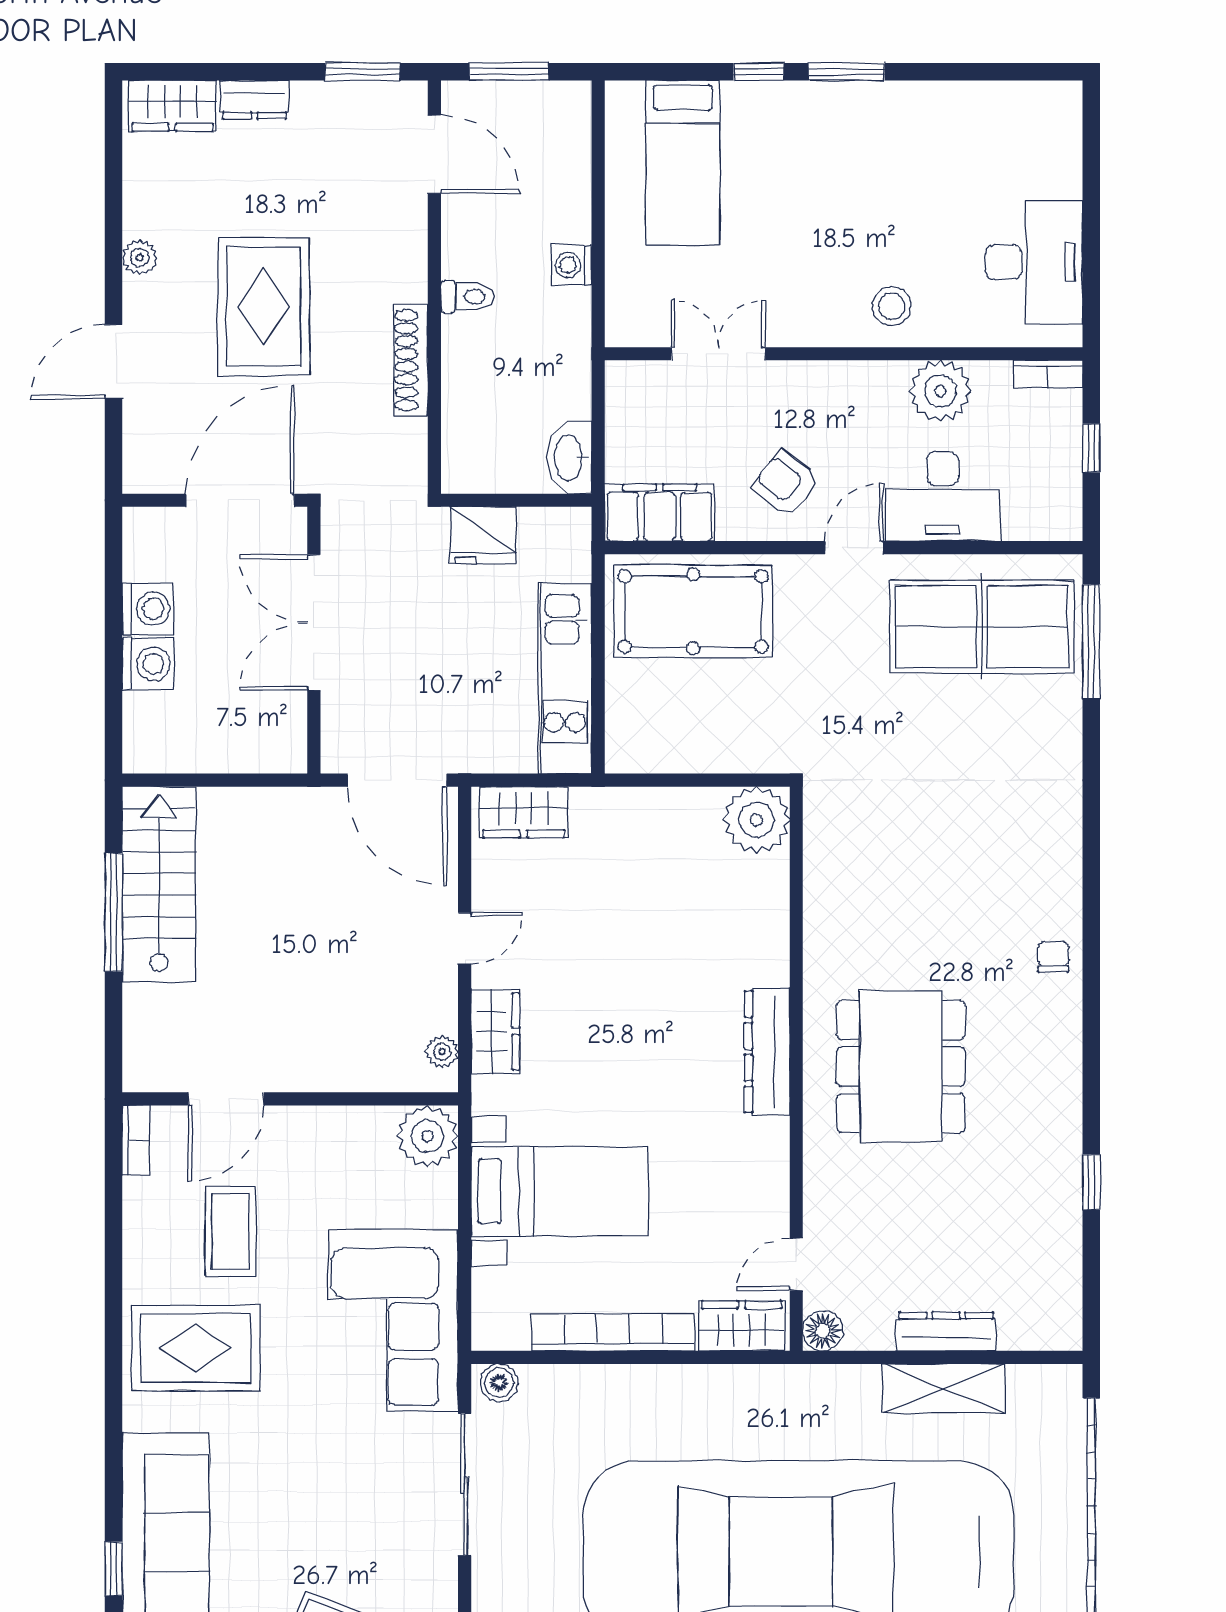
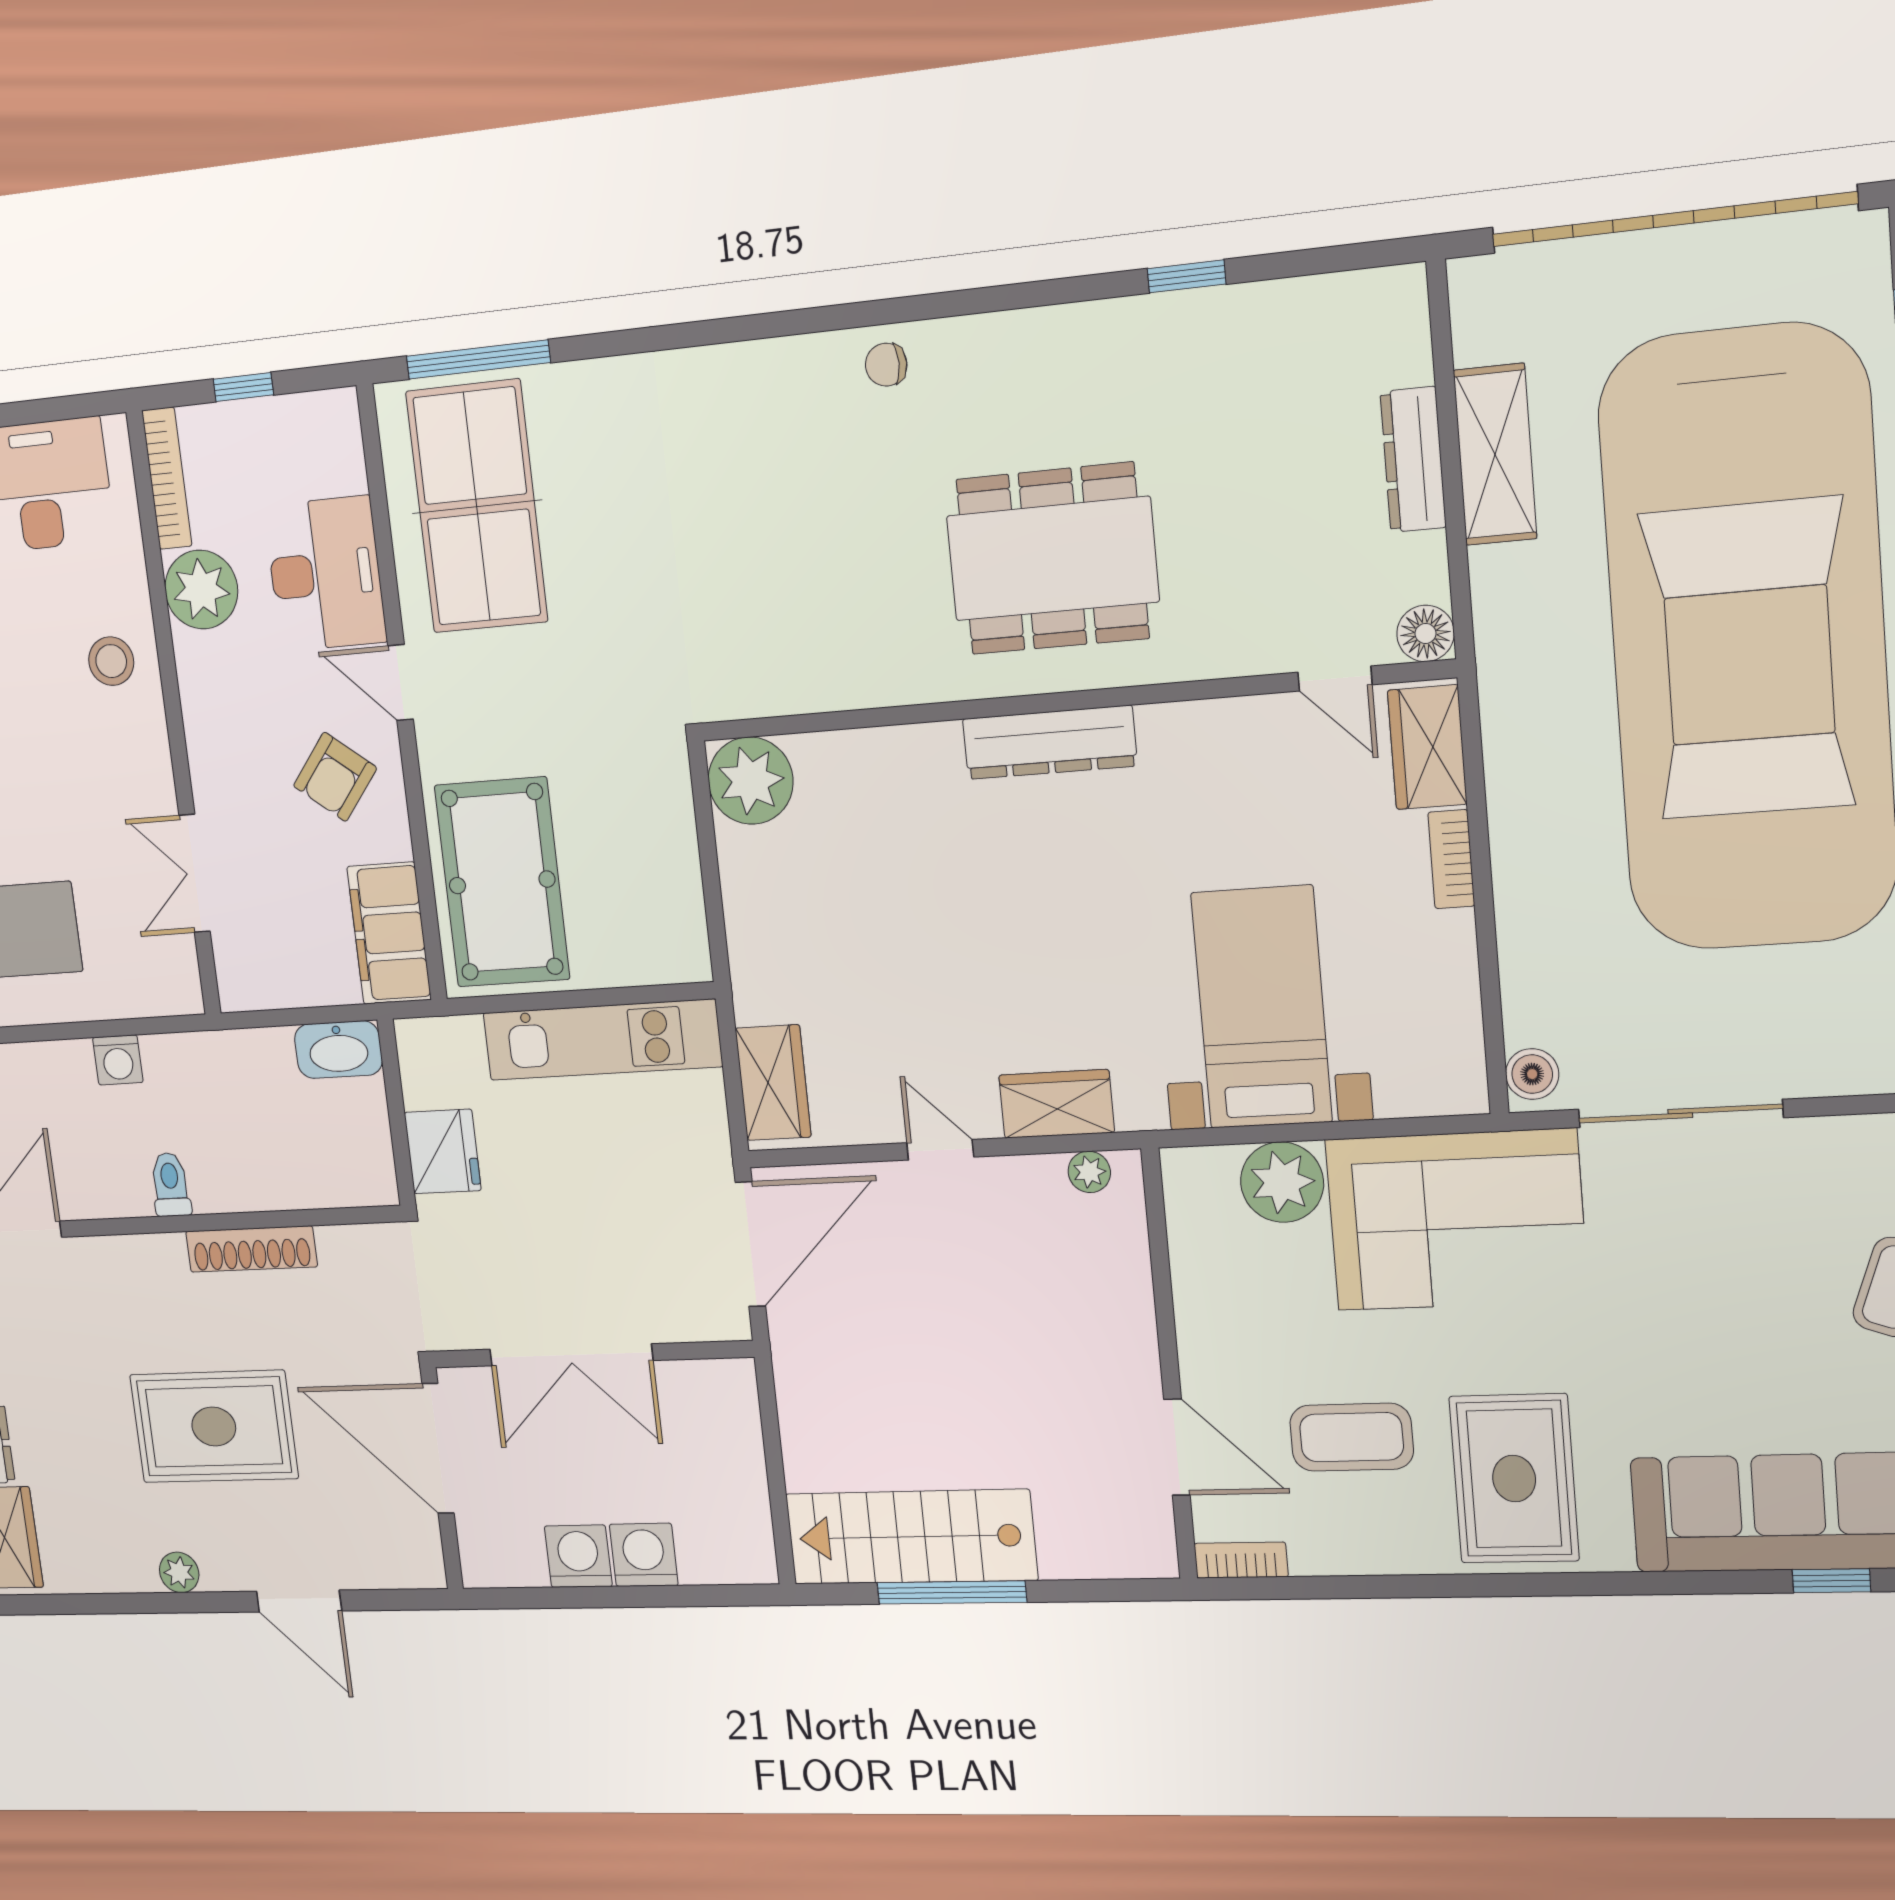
bookcase: (1048, 374) -> (167, 478), width x1.56
plant: (427, 1136) -> (1282, 1182), moved
bookcase: (613, 1332) -> (1451, 859), width x0.43, depth x0.76

